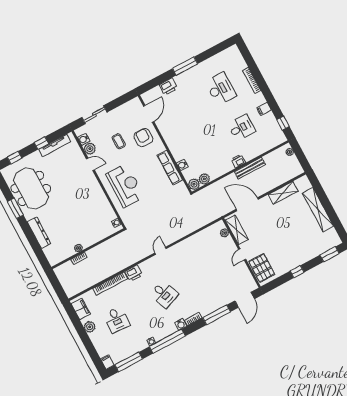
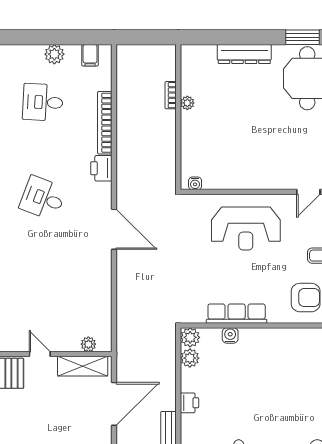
printer: (238, 161) -> (189, 403), moved
door: (161, 251) -> (114, 229), width x1.87
desk: (164, 294) -> (43, 198), turned 42
filing cabinet: (81, 309) -> (90, 55), width x0.50

